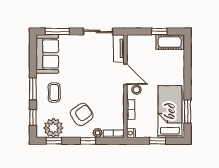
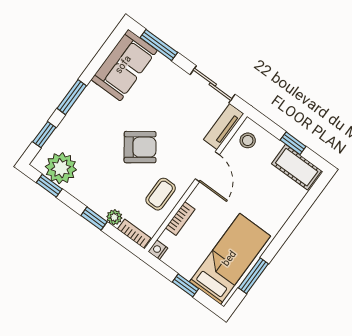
stool: (136, 90) -> (248, 140), moved
coffee table: (54, 92) -> (161, 194), moved
armchair: (82, 114) -> (140, 147), moved

